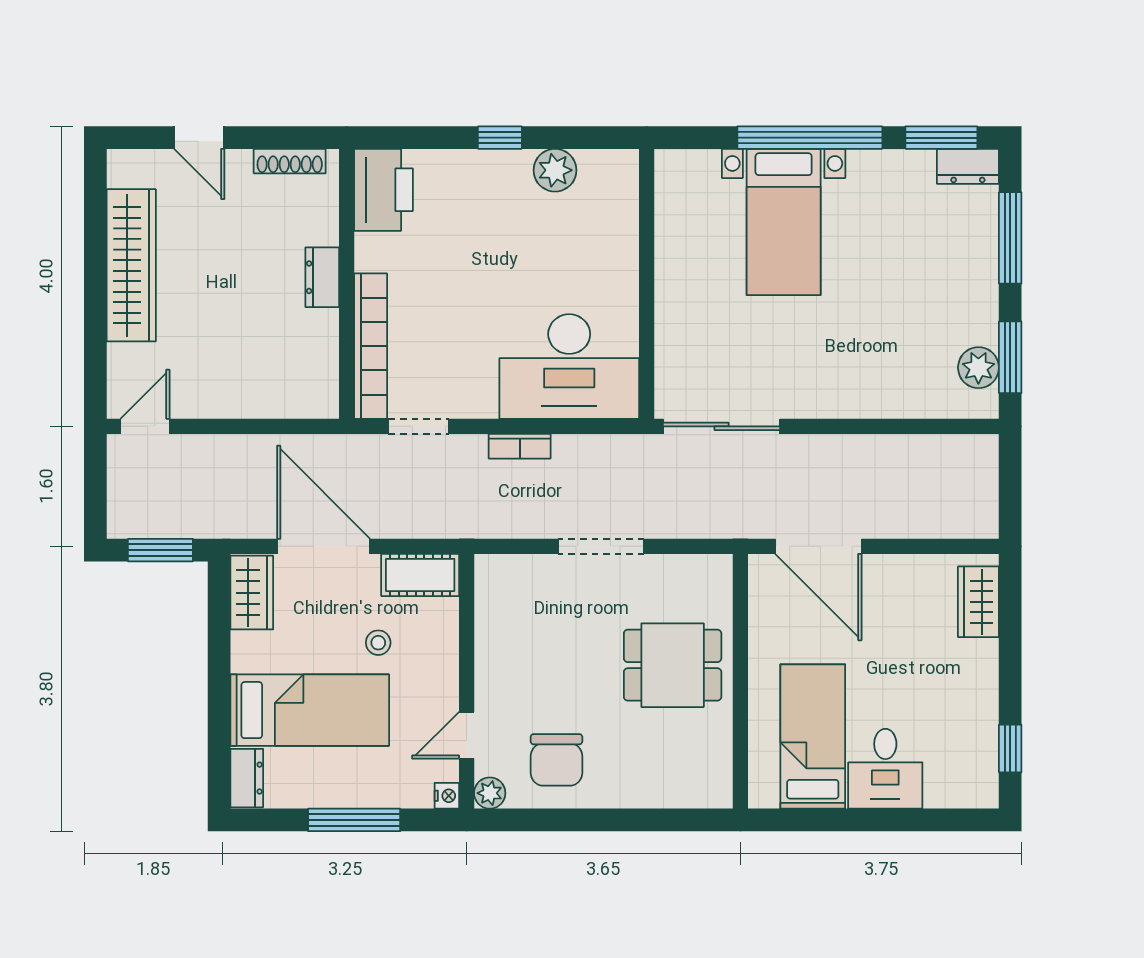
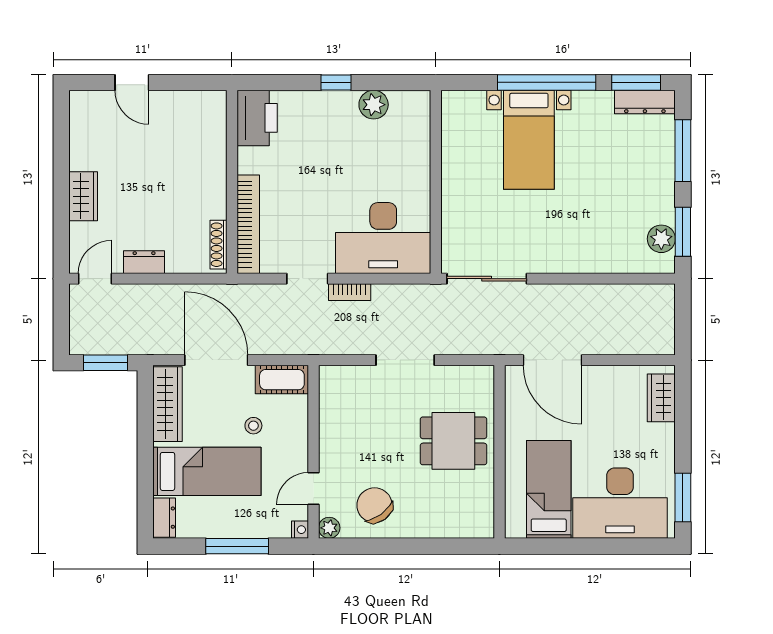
shoe rack: (290, 161) -> (219, 245), moved, turned 90
dresser: (968, 166) -> (645, 102), width x1.44
wardrobe: (131, 265) -> (83, 196), width x0.48, depth x0.85
dresser: (322, 277) -> (144, 262), moved, turned 90
doorway: (419, 426) -> (307, 279), moved
wardrobe: (252, 593) -> (167, 404), width x1.50
window: (1010, 748) -> (683, 498), width x1.50
chair: (556, 760) -> (375, 505), turned 144
desk: (885, 769) -> (620, 503), width x1.87, depth x1.30

